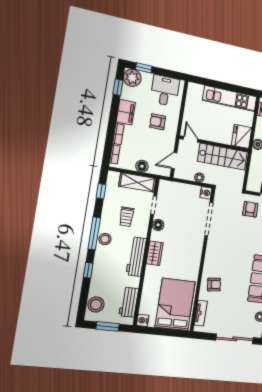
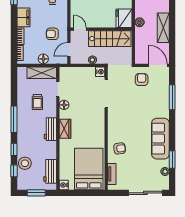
armchair: (158, 122) -> (52, 34), moved
window: (101, 191) -> (14, 171), moved
stool: (105, 239) -> (23, 123), removed
workbench: (136, 257) -> (50, 129), width x0.73
stool: (96, 304) -> (25, 163), moved

